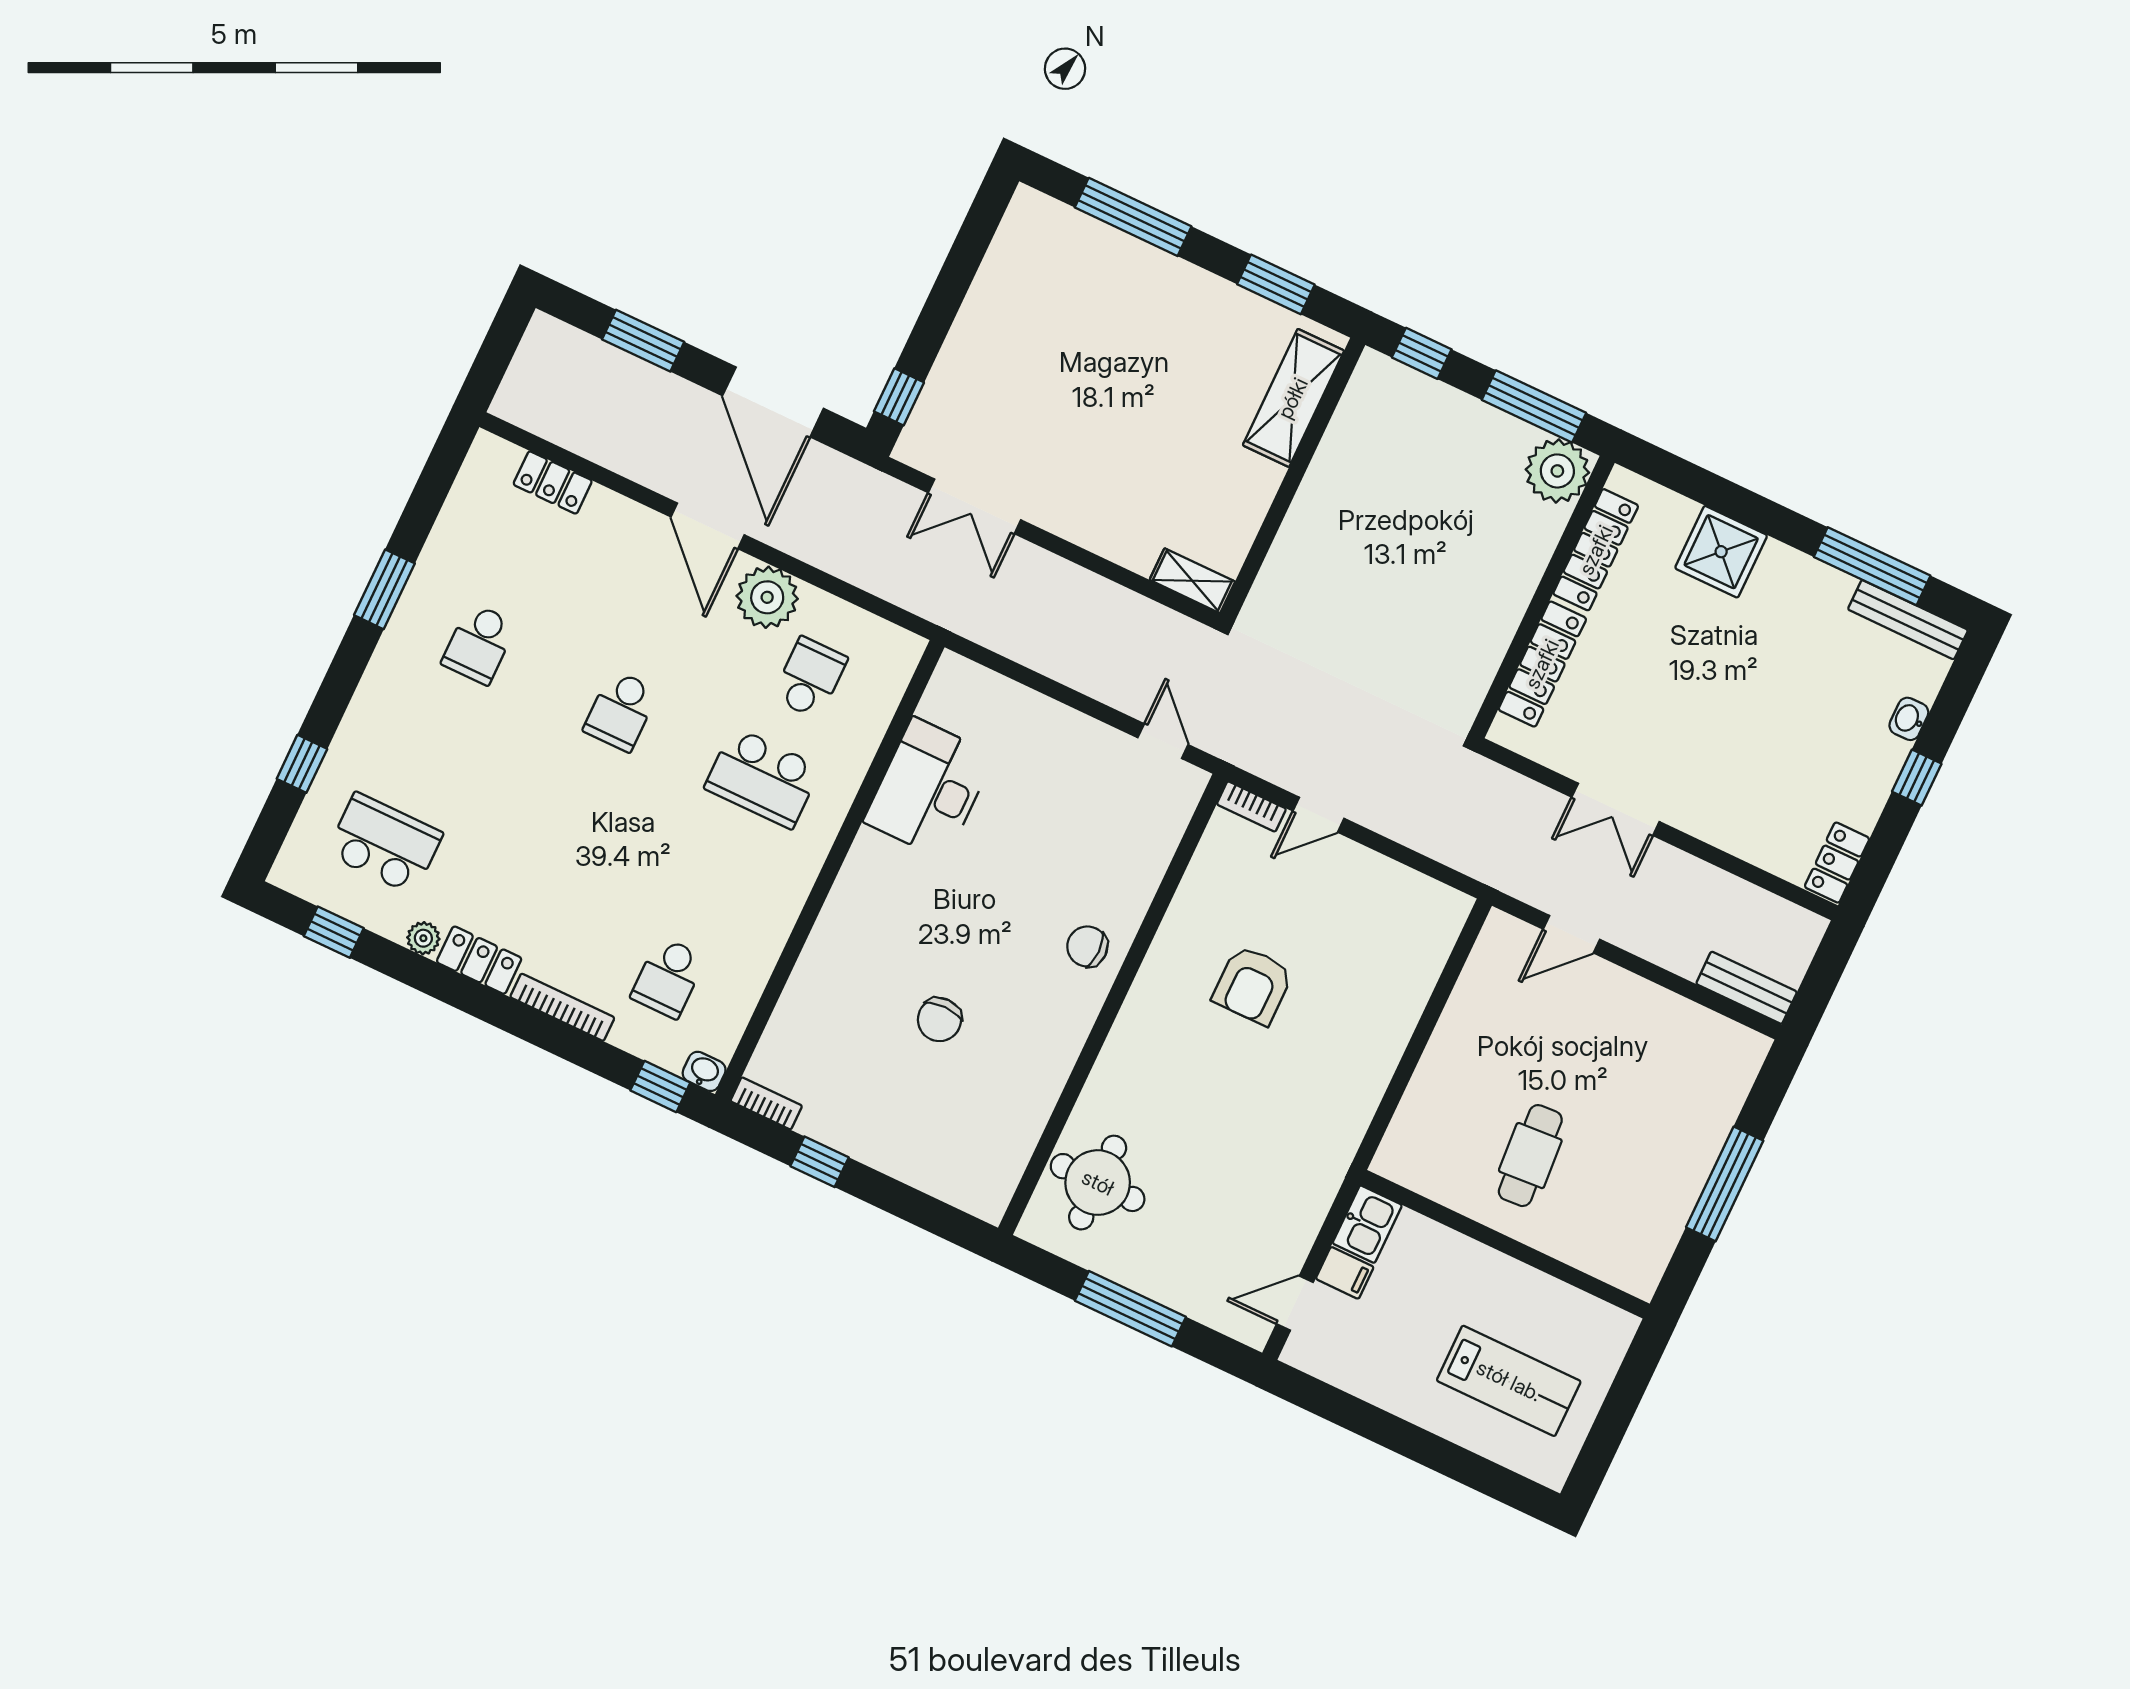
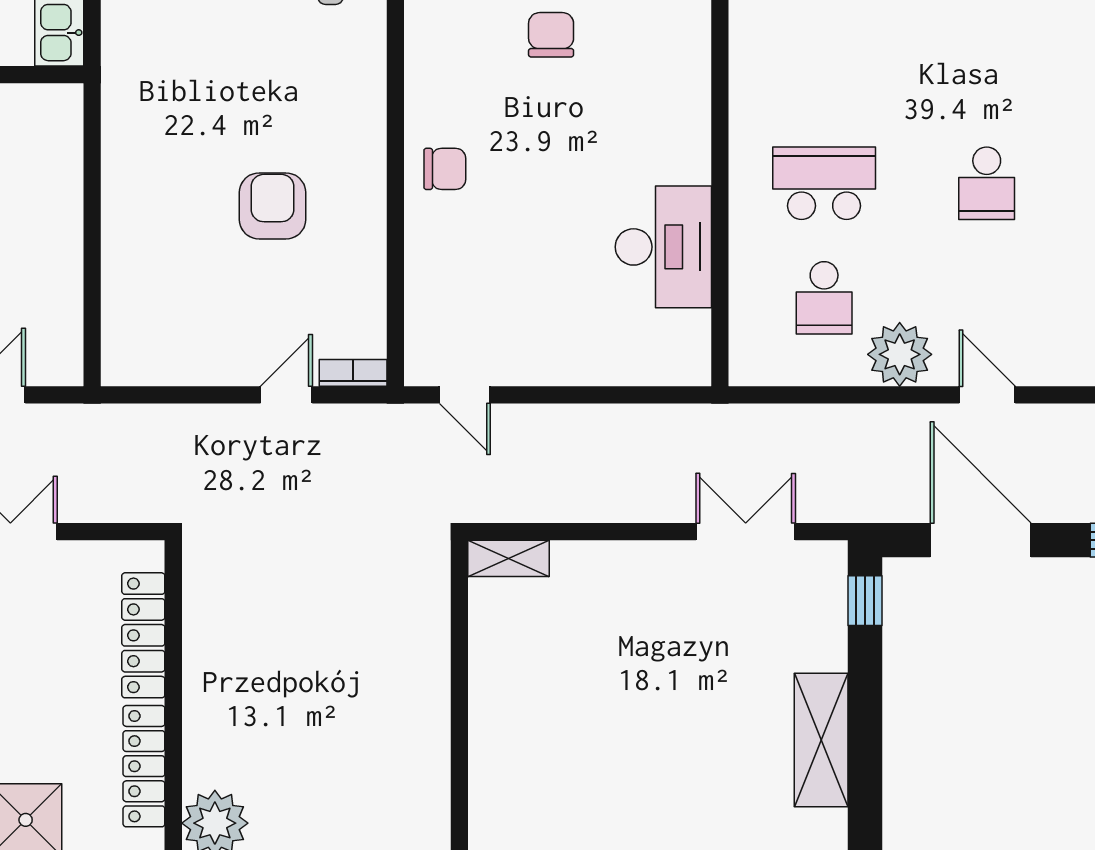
shelving: (1293, 398) -> (821, 740), moved
door: (708, 526) -> (987, 395), width x0.73
school desk: (621, 711) -> (987, 183), turned 180

